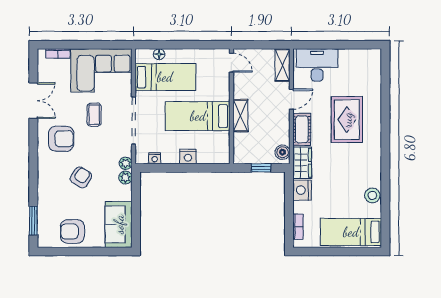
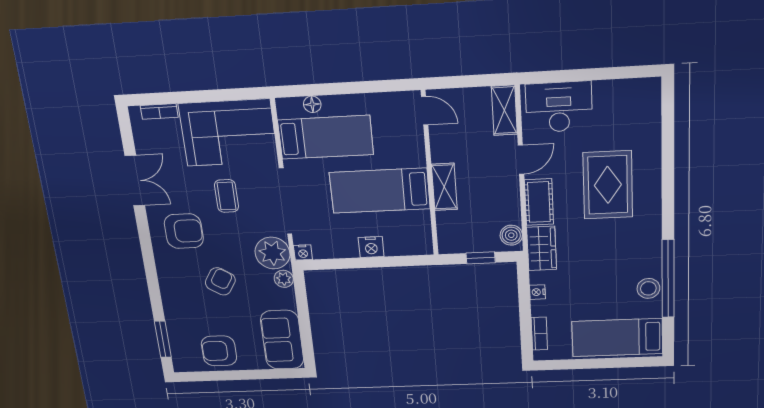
nightstand: (155, 158) -> (303, 252), moved
plant: (126, 163) -> (273, 253), width x1.88, depth x1.88
window: (385, 189) -> (668, 279), added
nightstand: (302, 190) -> (537, 292), width x0.53, depth x0.56

